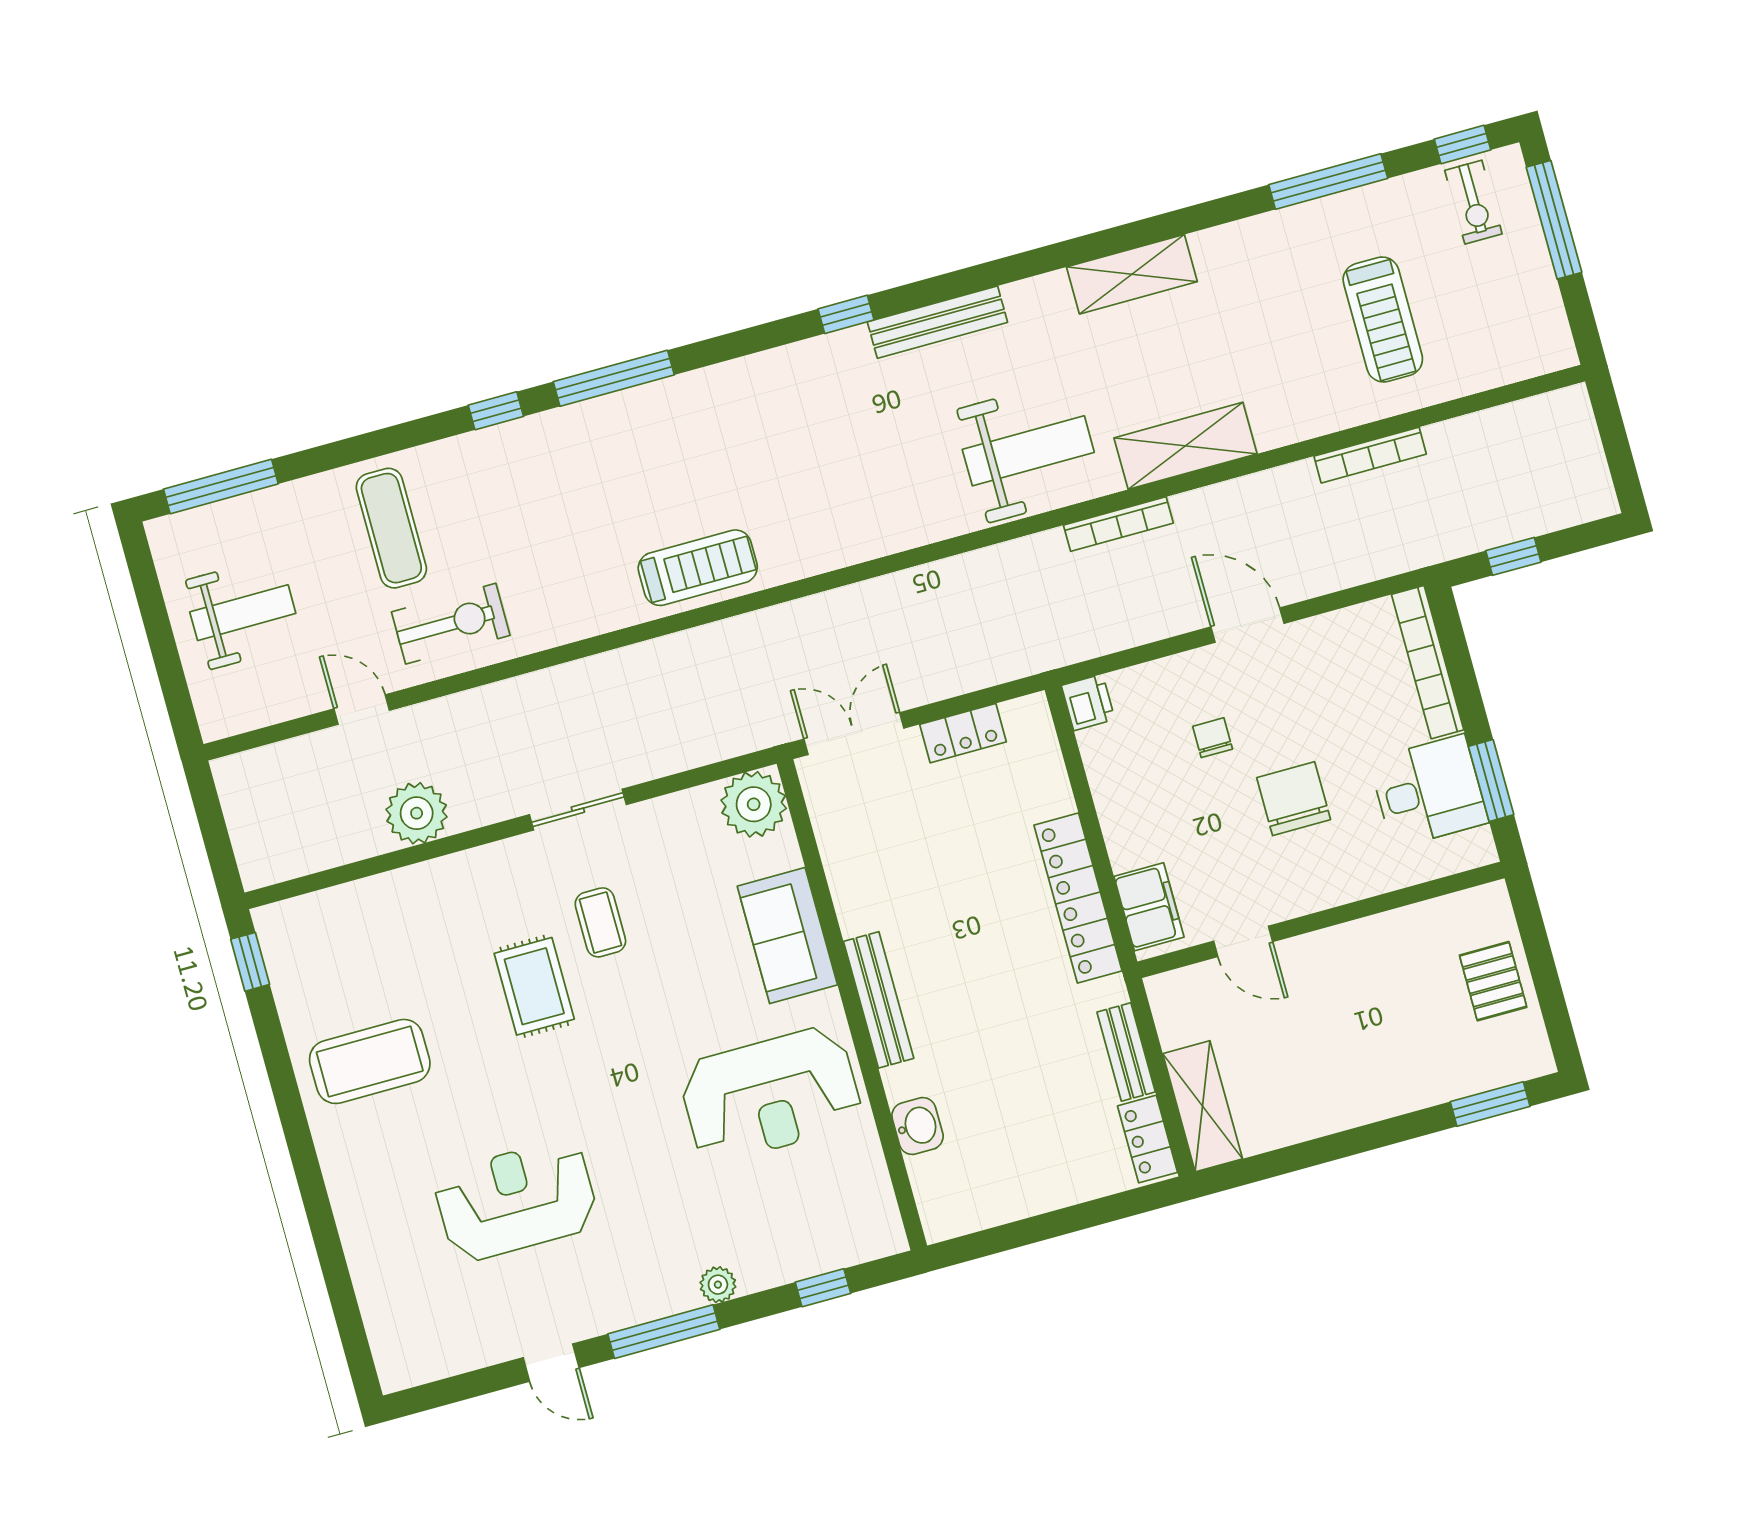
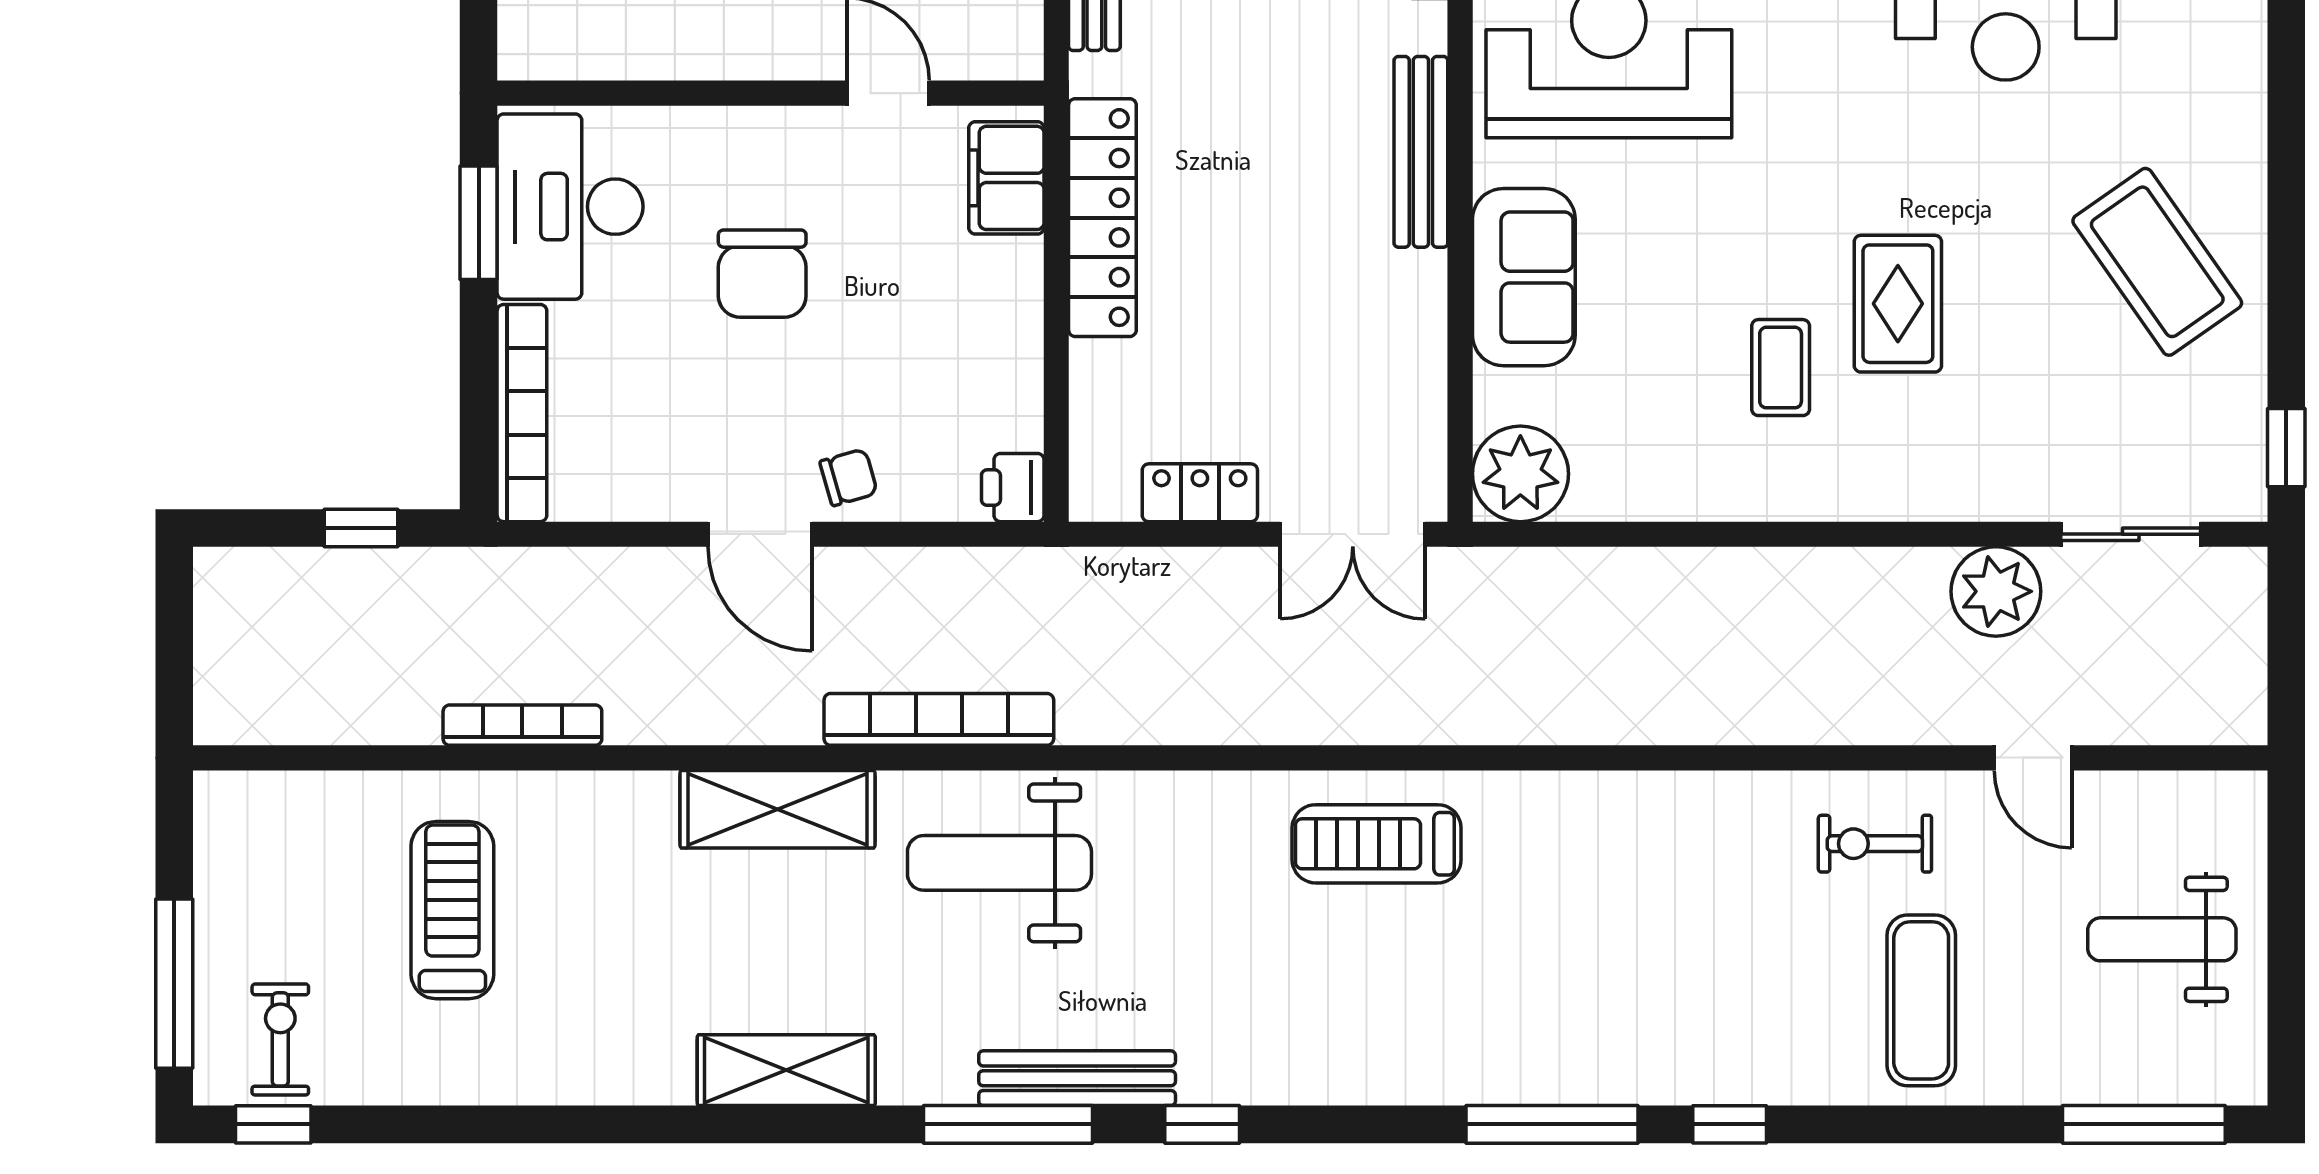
window: (1328, 182) -> (1008, 1124), moved
bookcase: (1118, 524) -> (939, 719), width x1.48, depth x1.31
treadmill: (698, 568) -> (1377, 844), moved
exercise bike: (451, 624) -> (1875, 844), width x0.73, depth x0.72
chair: (1213, 738) -> (849, 477), moved, turned -106
desk: (1429, 791) -> (570, 207), width x1.37
sliding door: (578, 810) -> (2131, 534), moved
coffee table: (370, 1061) -> (2157, 262), turned 55

